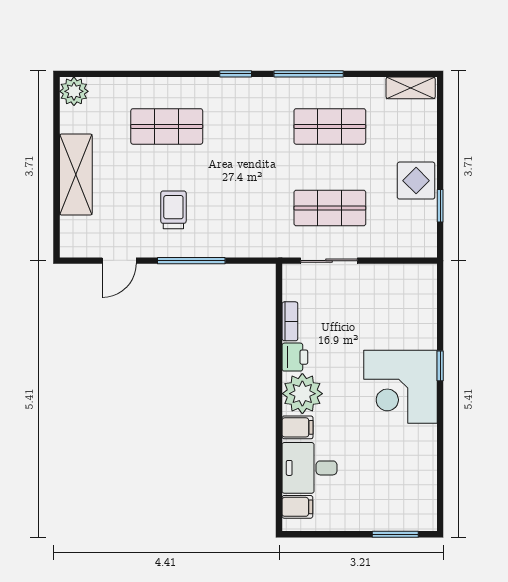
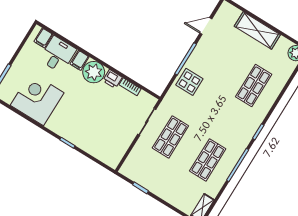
display table: (416, 181) -> (189, 82), moved
trolley: (173, 210) -> (214, 65), removed
door: (119, 261) -> (206, 26), hinge flipped
corner desk: (400, 387) -> (37, 99), moved

